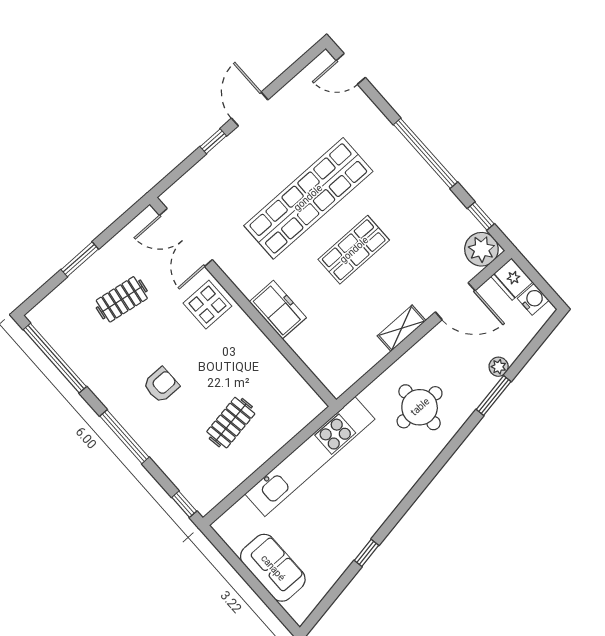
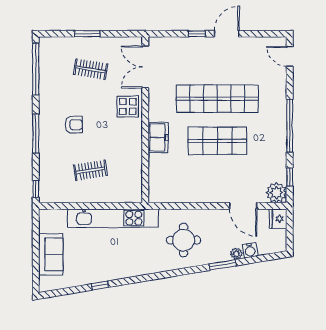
shop shelf: (354, 250) -> (217, 141), width x1.43, depth x1.36
water cooler: (533, 299) -> (250, 250), moved, turned 80
shelving: (402, 328) -> (207, 196), removed

